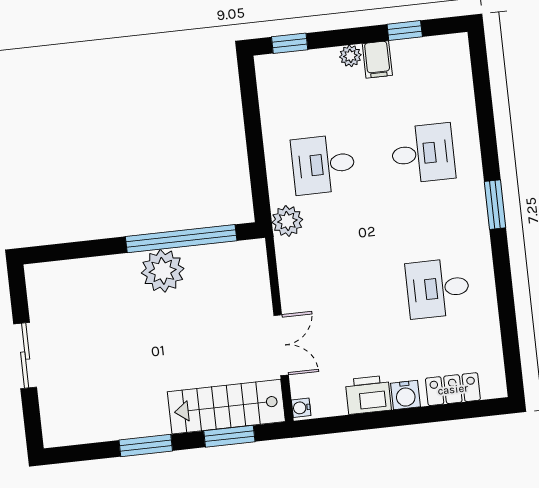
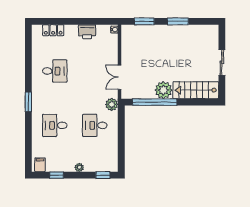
filing cabinet: (377, 59) -> (40, 165), moved
desk: (323, 164) -> (95, 125), turned 180
double door: (281, 345) -> (120, 77), moved
water cooler: (405, 395) -> (72, 30), removed
stairs: (226, 407) -> (196, 90), moved, turned 180

